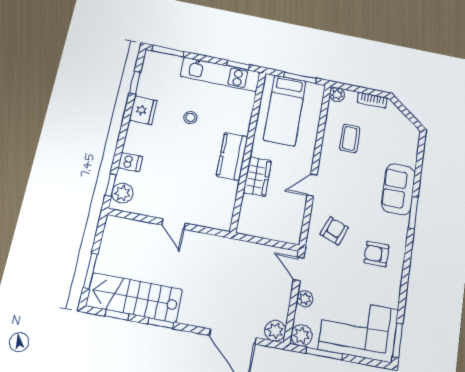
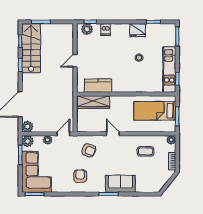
kitchen counter: (232, 156) -> (98, 86), moved
wardrobe: (257, 177) -> (93, 102), moved, width x1.50

